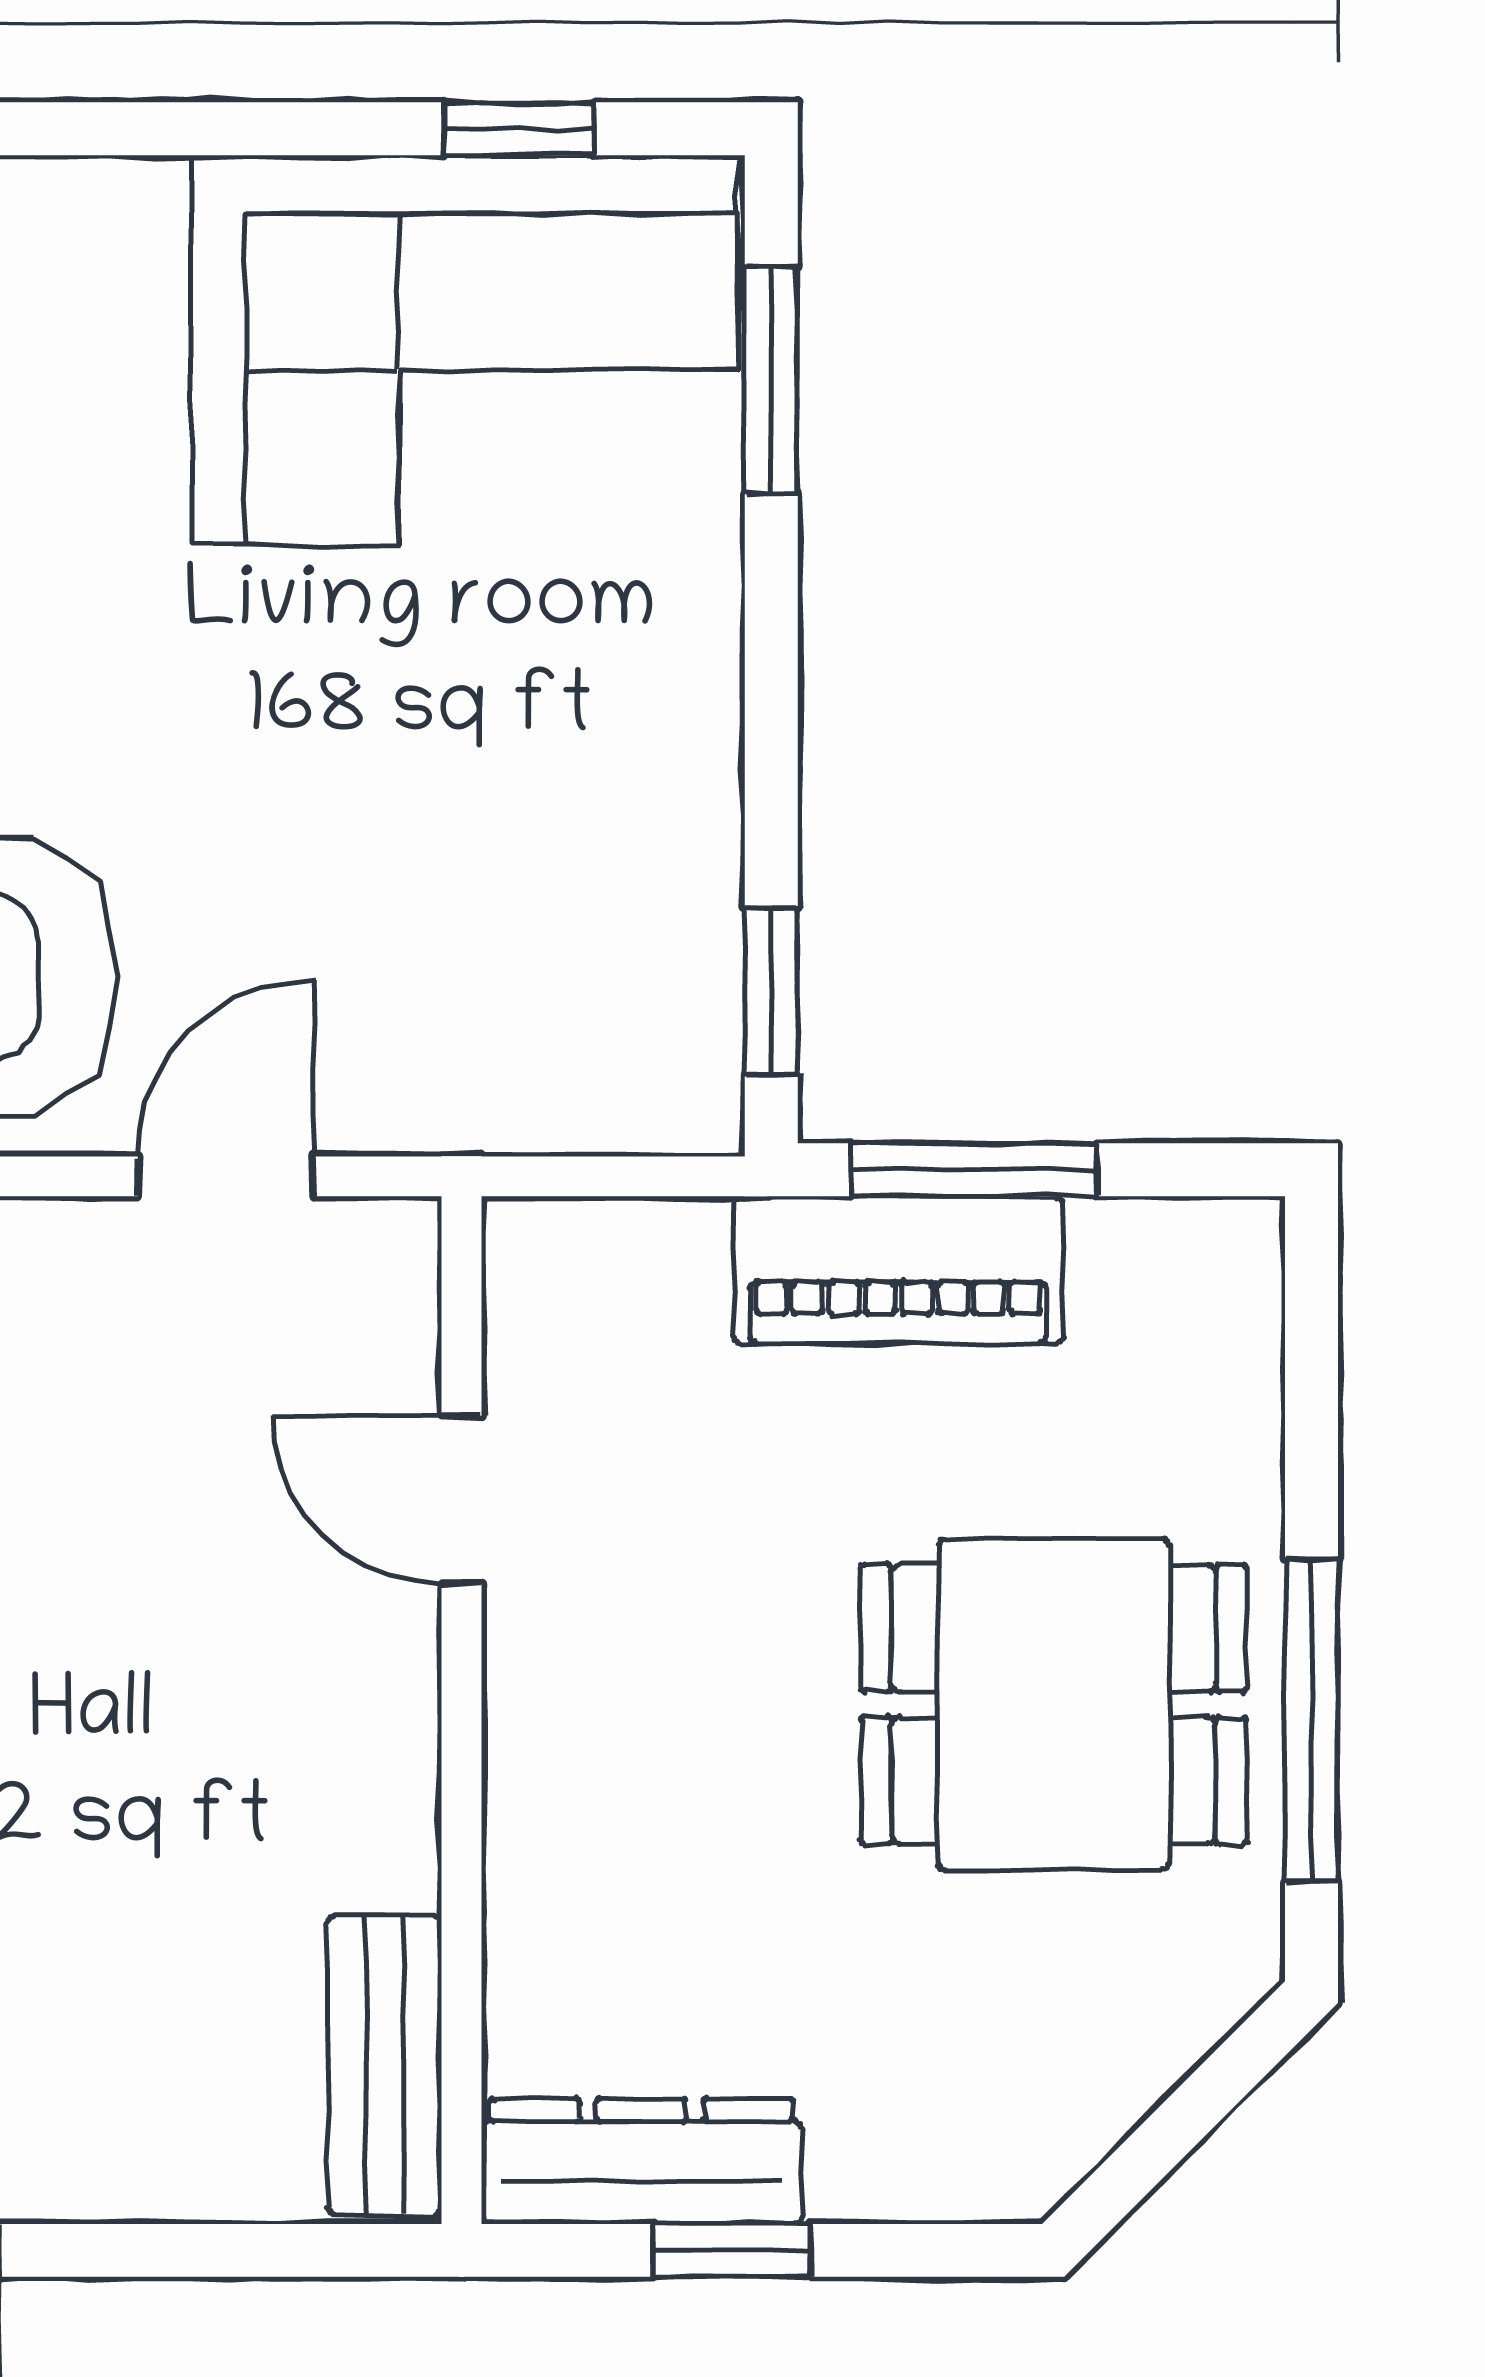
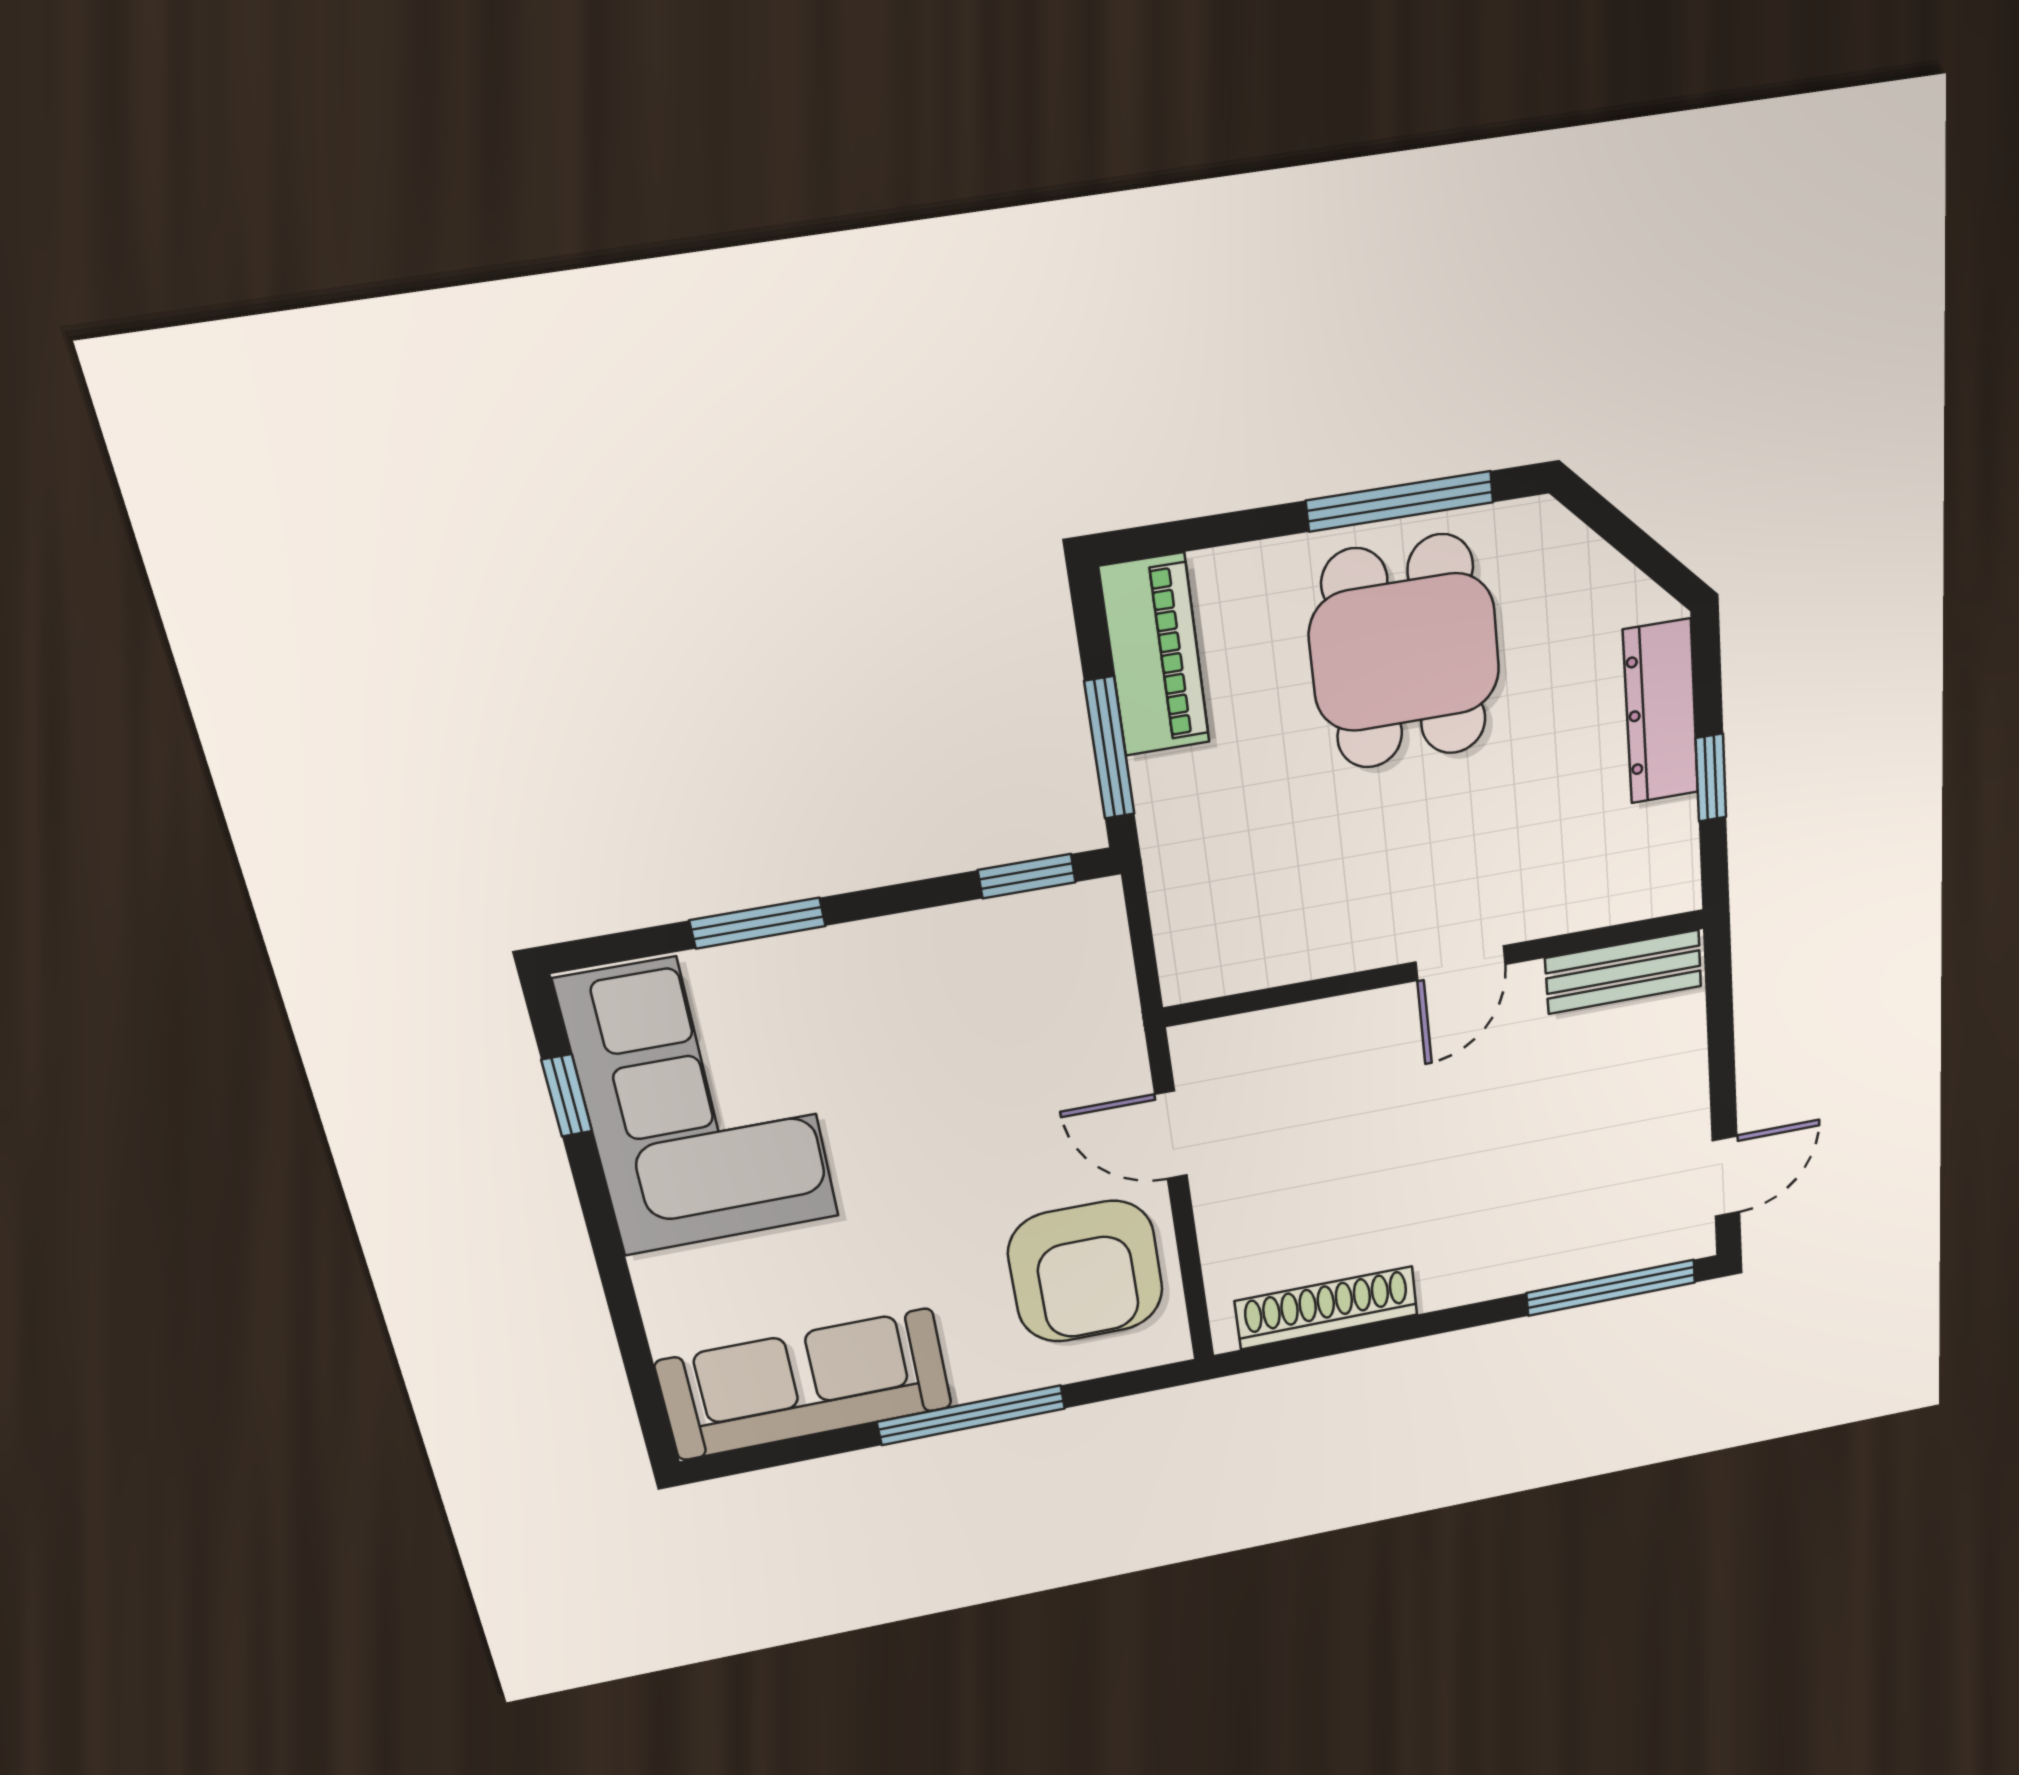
window: (771, 380) -> (758, 923), moved
piano: (898, 1270) -> (1155, 655), moved
door: (462, 1500) -> (1461, 963), moved
dresser: (642, 2161) -> (1661, 712), moved

